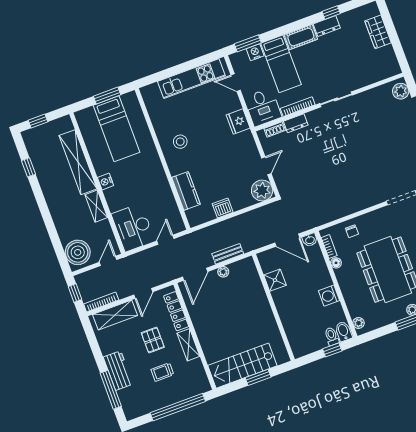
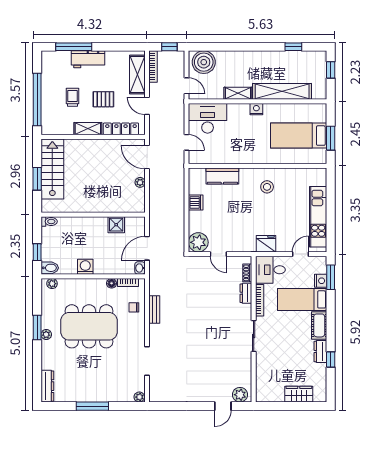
bench: (228, 254) -> (154, 310), moved
toilet: (332, 336) -> (49, 221), moved

